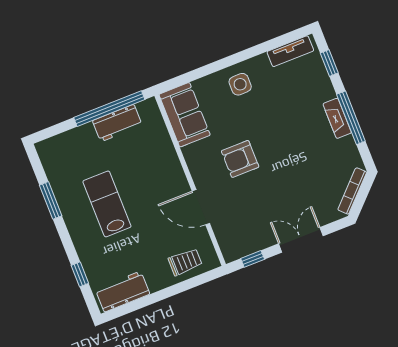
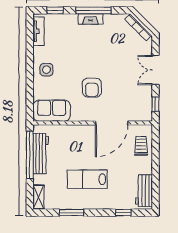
workbench: (117, 123) -> (41, 153), width x1.38
shelving: (54, 145) -> (39, 197), added
door: (201, 207) -> (112, 123), width x1.36

